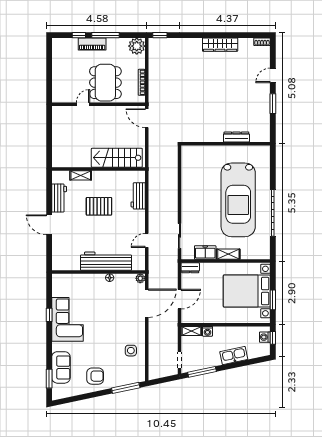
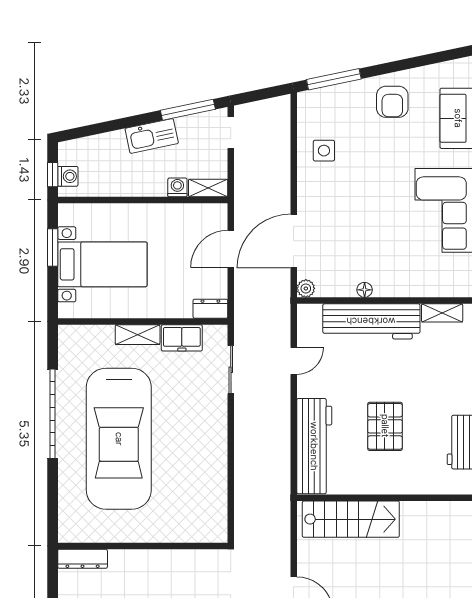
dresser: (236, 137) -> (83, 559), moved
shelving: (81, 175) -> (442, 313), moved
workbench: (138, 196) -> (314, 446), width x1.87, depth x1.32
car: (238, 200) -> (119, 439), turned 180
pallet: (99, 206) -> (385, 426), turned 90
bed with nightstands: (247, 291) -> (102, 264), width x0.73
kitchen sink: (234, 355) -> (152, 136), moved
armchair: (95, 376) -> (392, 102), turned -90

